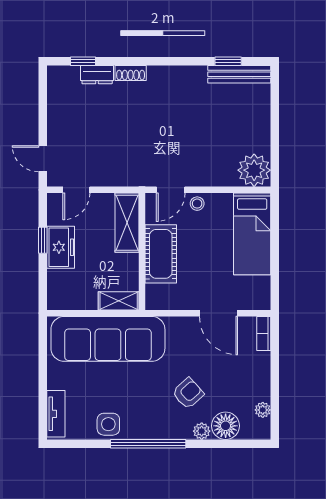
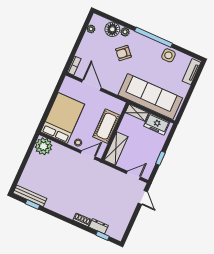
bed: (252, 234) -> (63, 118), width x1.50
freezer: (61, 247) -> (157, 124), moved, turned -90

